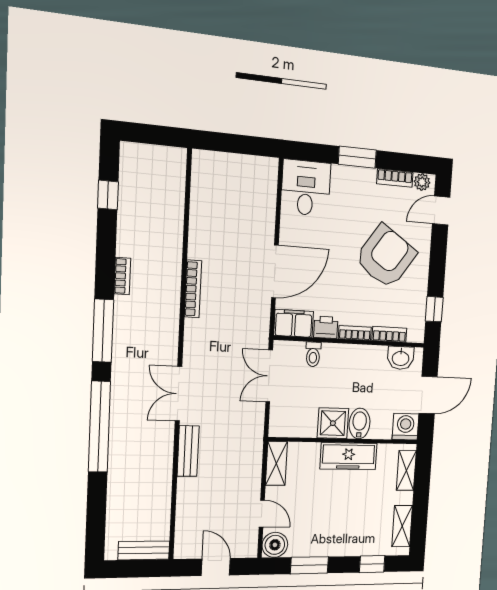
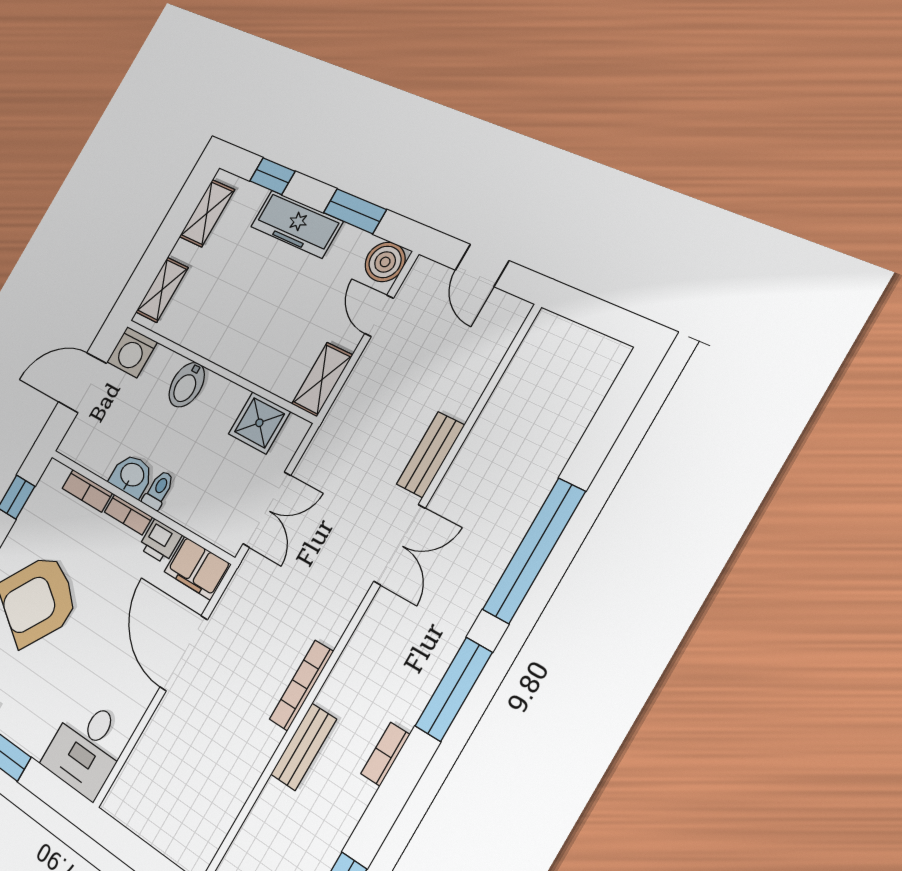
door: (275, 271) -> (184, 653), hinge flipped
toilet: (313, 354) -> (158, 490), moved
washbasin: (401, 358) -> (132, 476), moved
shower: (333, 423) -> (259, 423), moved
freezer: (349, 456) -> (297, 224), moved, turned 180
bench: (144, 550) -> (304, 747), moved, turned 90

